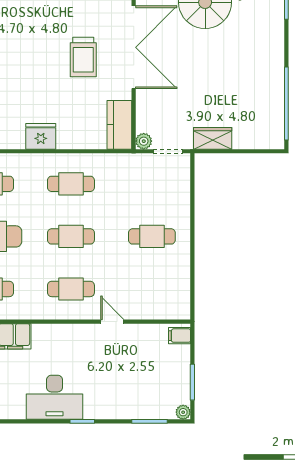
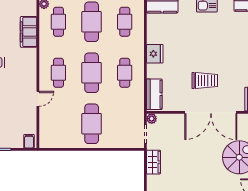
trolley: (83, 57) -> (205, 80), turned 180
kitchen counter: (119, 125) -> (154, 94), moved, turned 90
cafe table: (71, 236) -> (92, 73), width x1.37, depth x1.35
cafe table: (152, 236) -> (92, 124), width x1.37, depth x1.35

